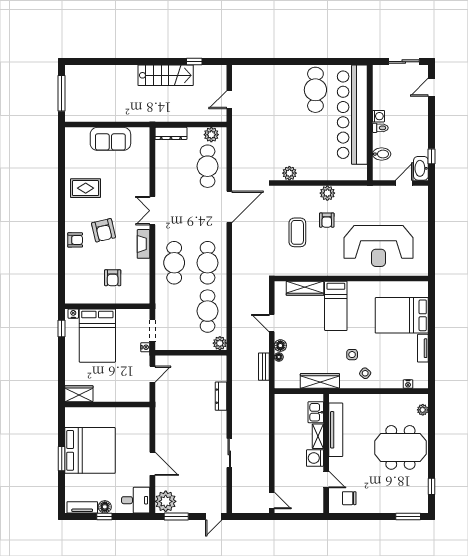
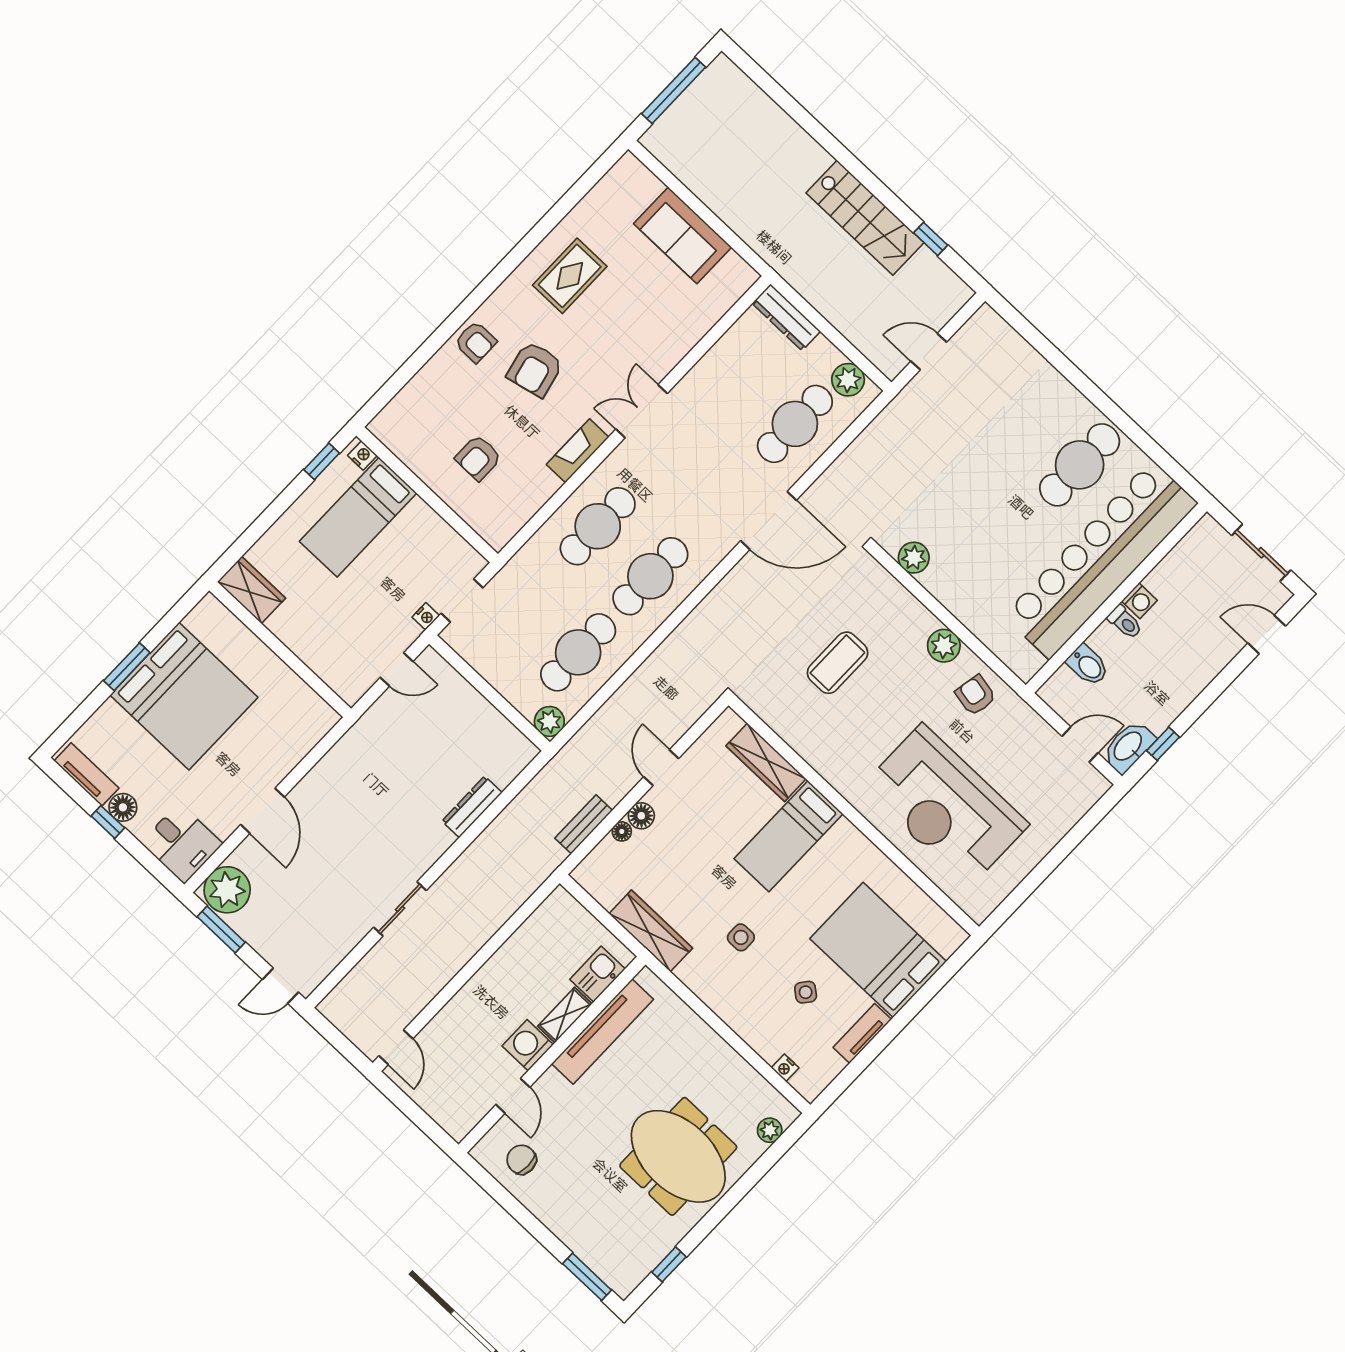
rug: (86, 188) -> (570, 276), turned 90
armchair: (327, 220) -> (976, 695), moved, turned 101
bed: (97, 336) -> (358, 517), width x0.67
side table: (365, 373) -> (806, 992), moved

